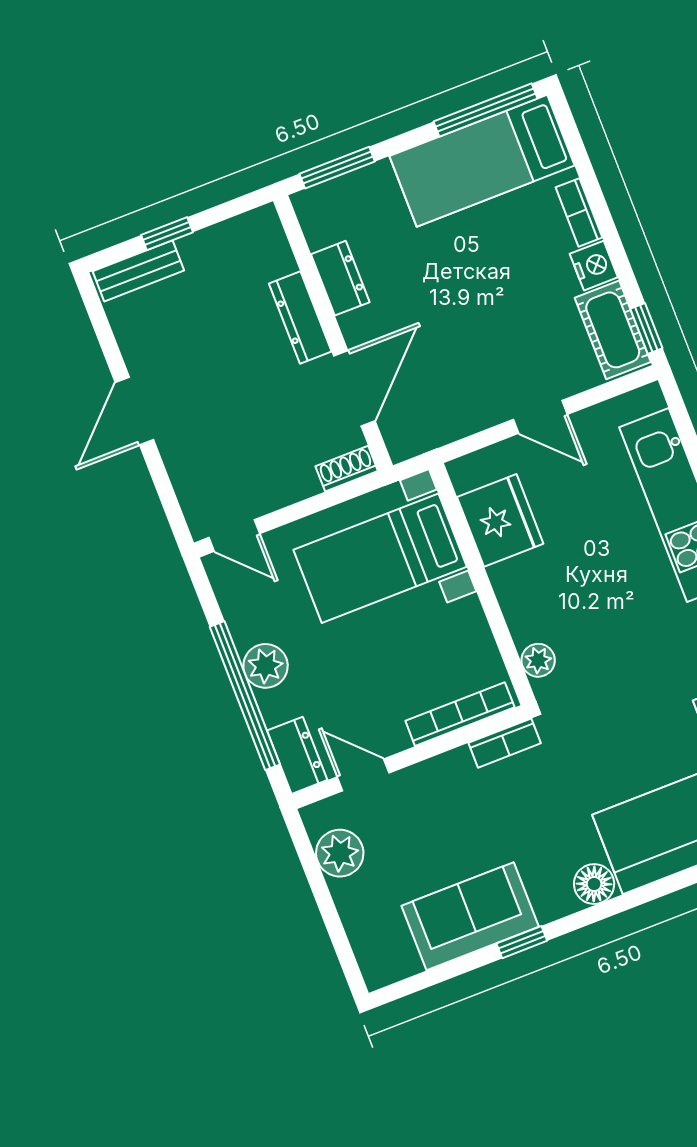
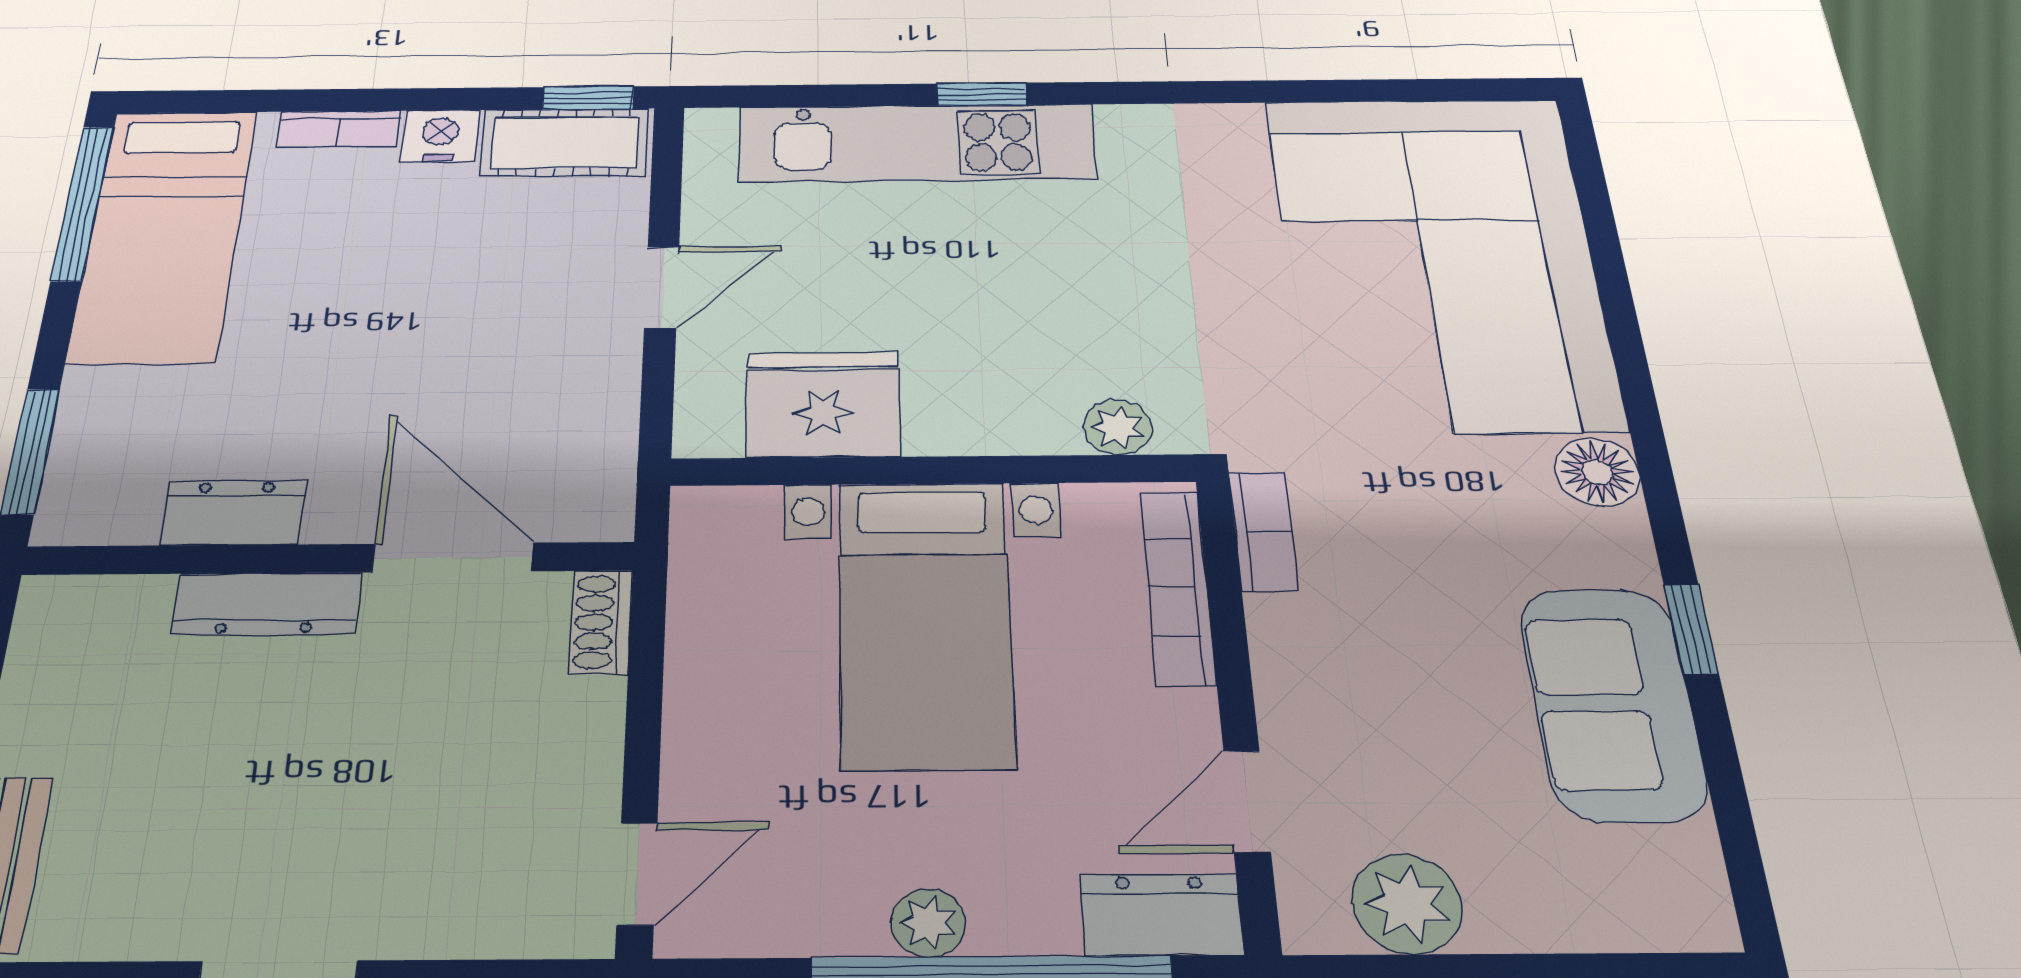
bed with nightstands: (380, 558) -> (925, 622), moved
plant: (266, 666) -> (928, 923), width x0.73, depth x0.73

